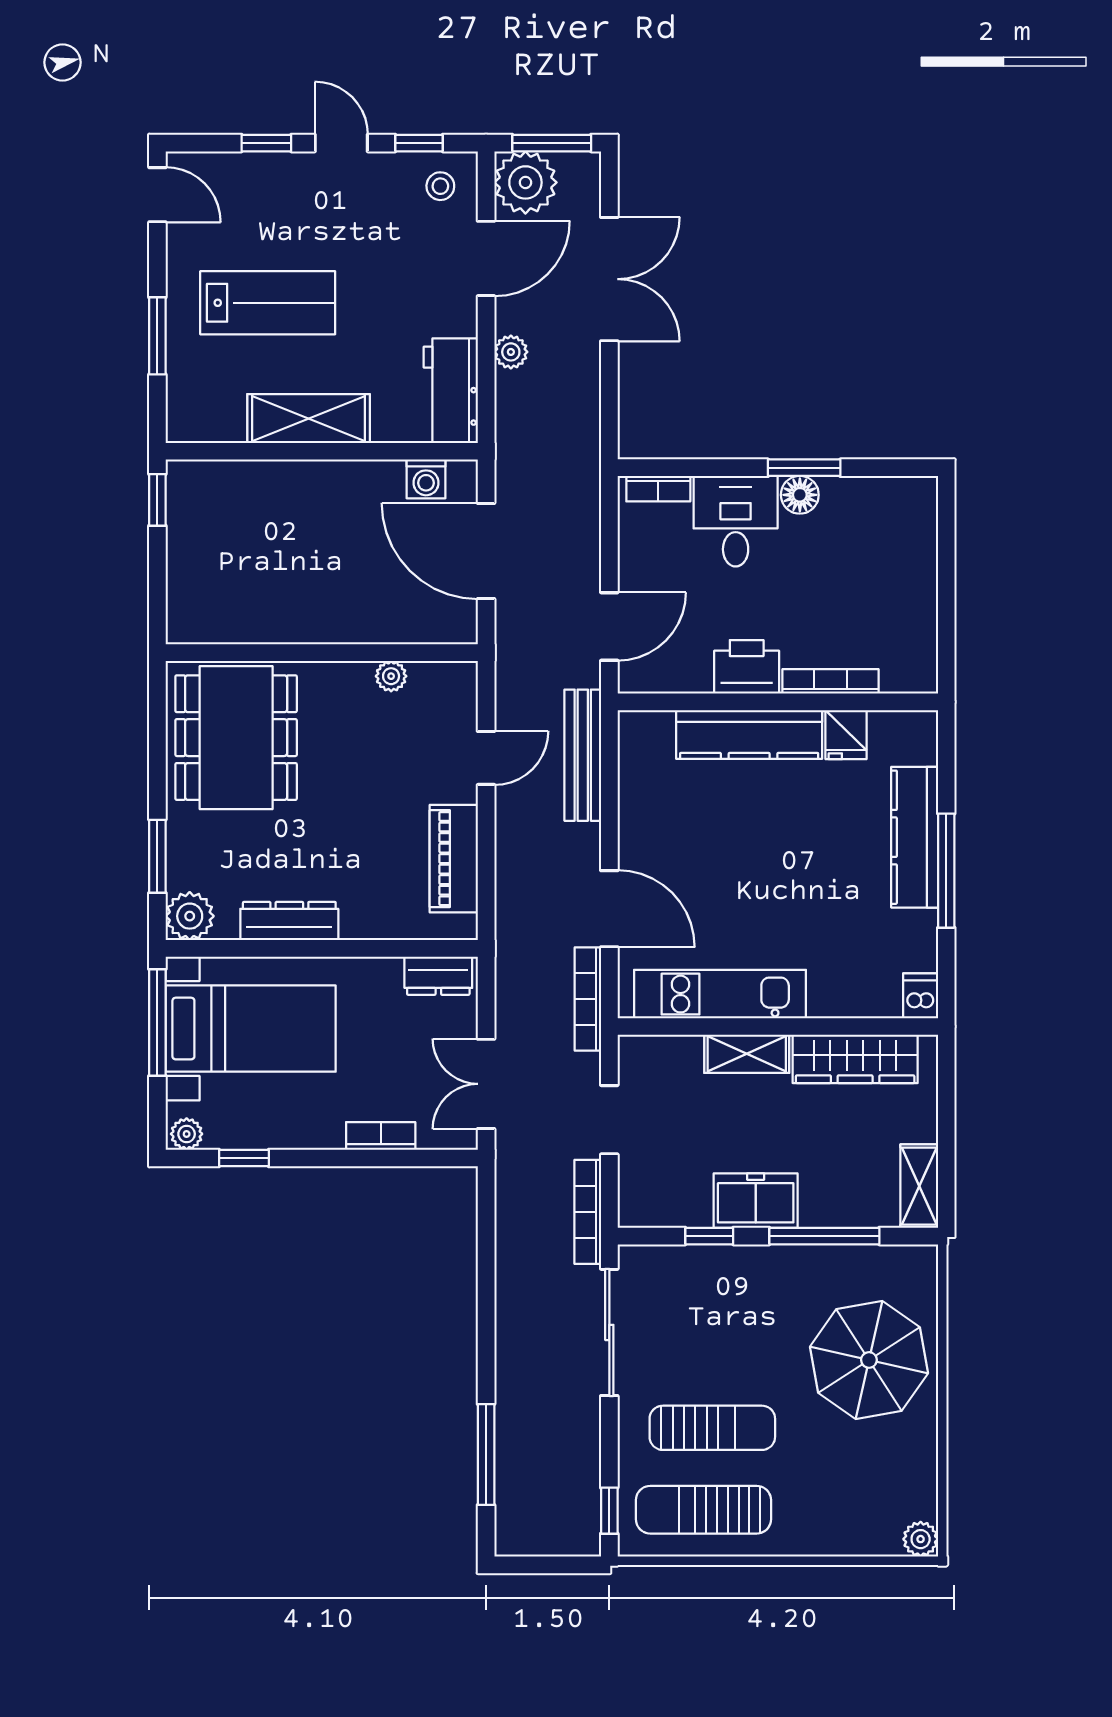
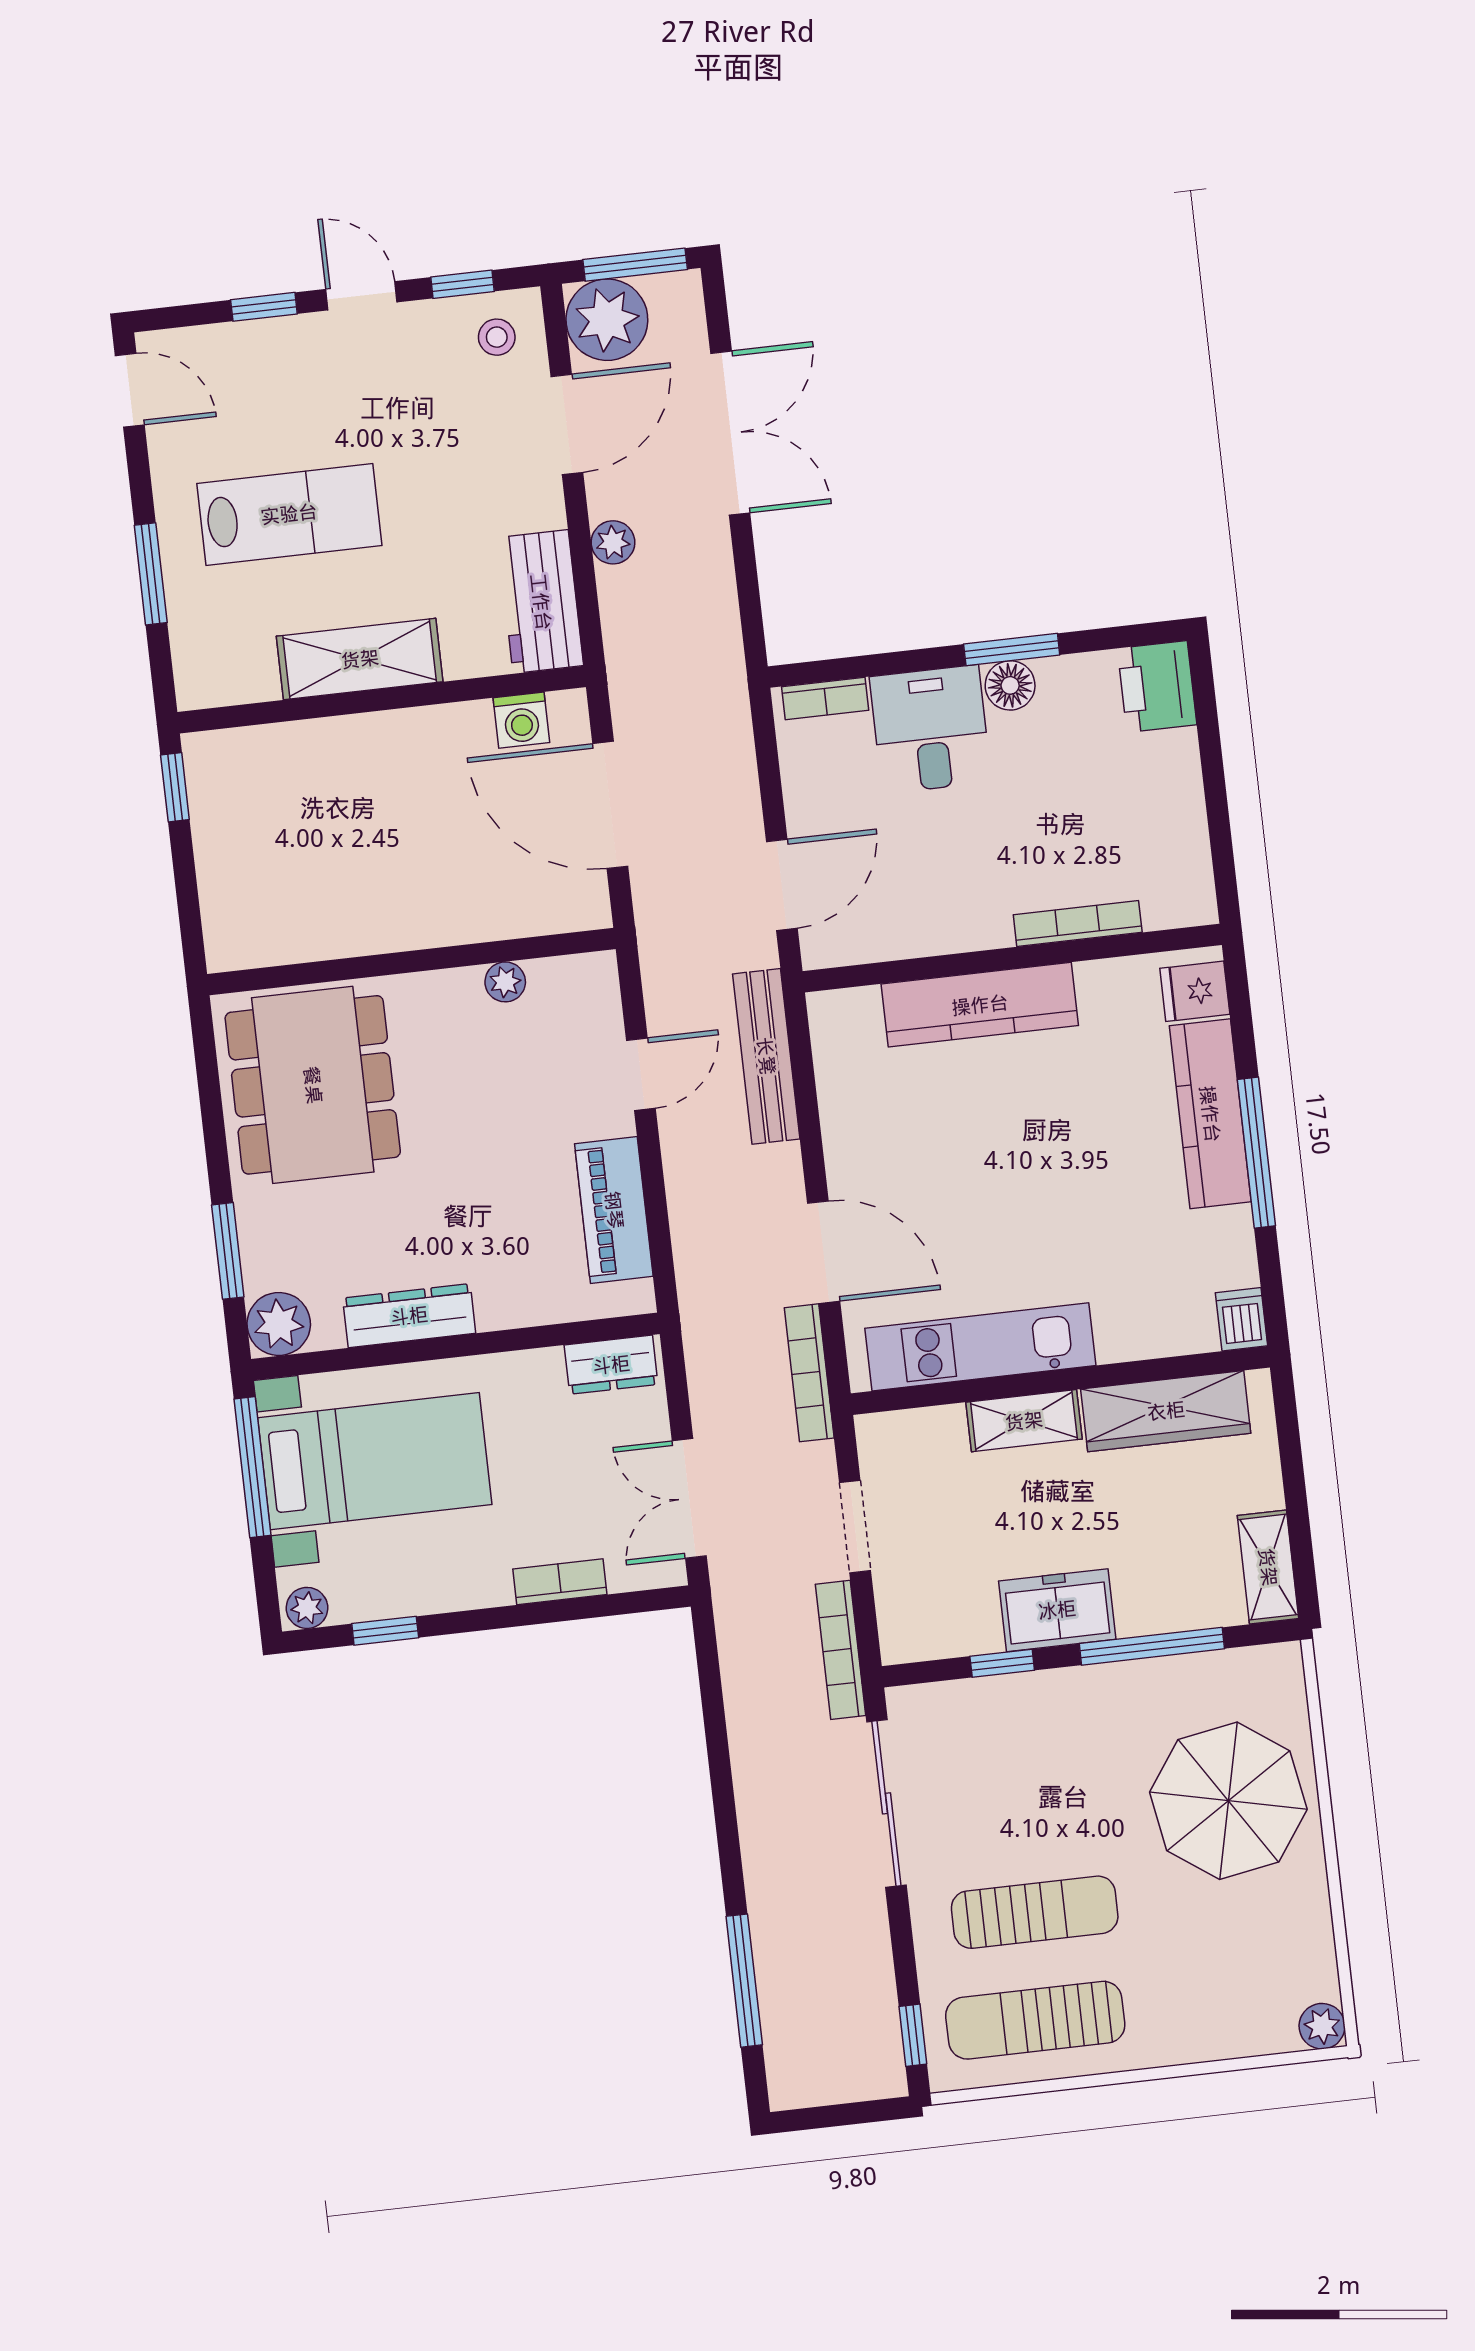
printer: (747, 667) -> (1157, 687), moved, turned -90
fridge: (846, 735) -> (1195, 991), moved, turned 90

